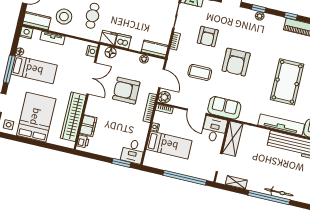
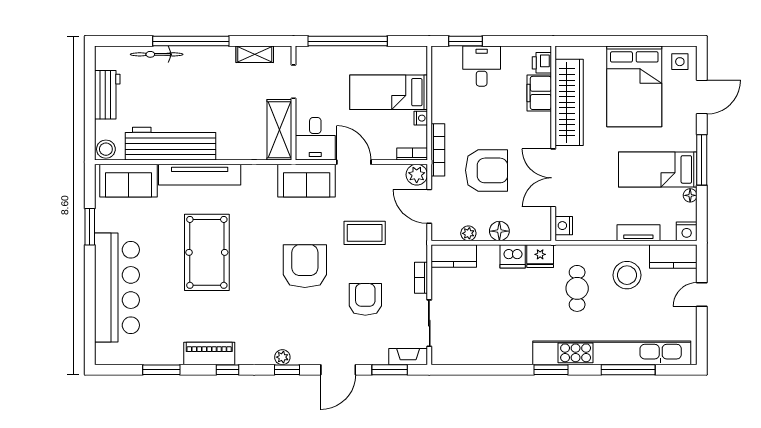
floor lamp: (111, 53) -> (499, 231), moved
desk: (133, 151) -> (482, 66), moved
bicycle: (279, 192) -> (157, 54), moved

